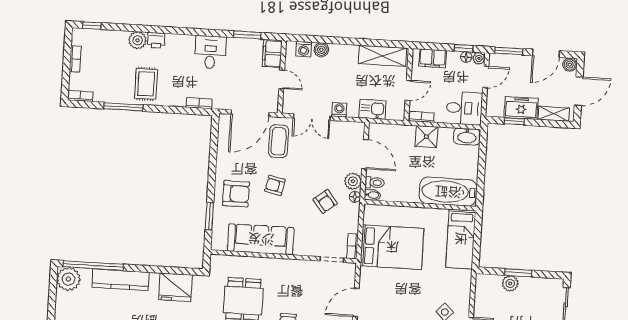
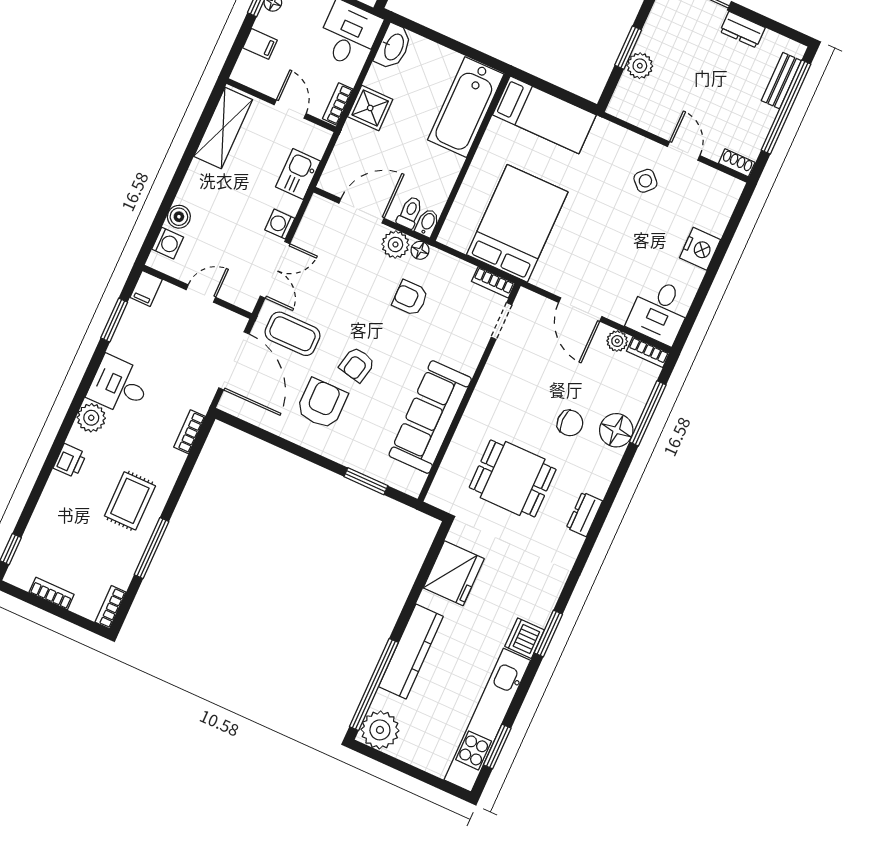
plant: (137, 40) -> (91, 418), moved
filing cabinet: (272, 53) -> (146, 288), width x0.50
filing cabinet: (433, 58) -> (260, 44), width x0.50
rug: (146, 84) -> (130, 501), turned 90
armchair: (236, 194) -> (322, 404), moved
armchair: (325, 202) -> (410, 298), turned -142

